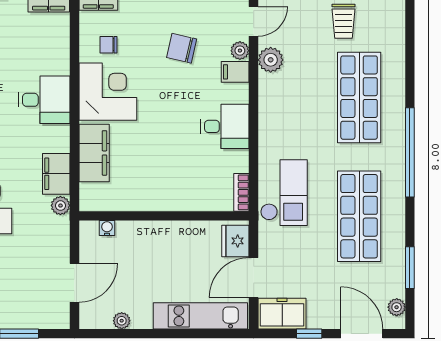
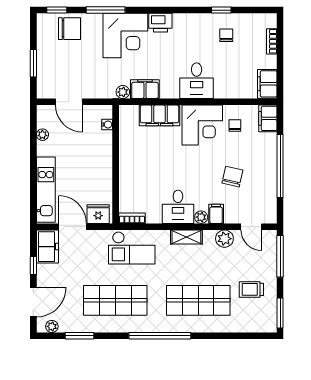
plant: (240, 51) -> (201, 217), moved
shelving: (268, 114) -> (186, 237), added

